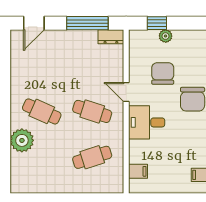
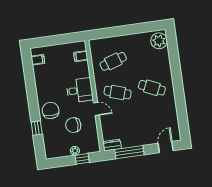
chair: (163, 73) -> (73, 125), turned 90
plant: (22, 140) -> (159, 41), moved

